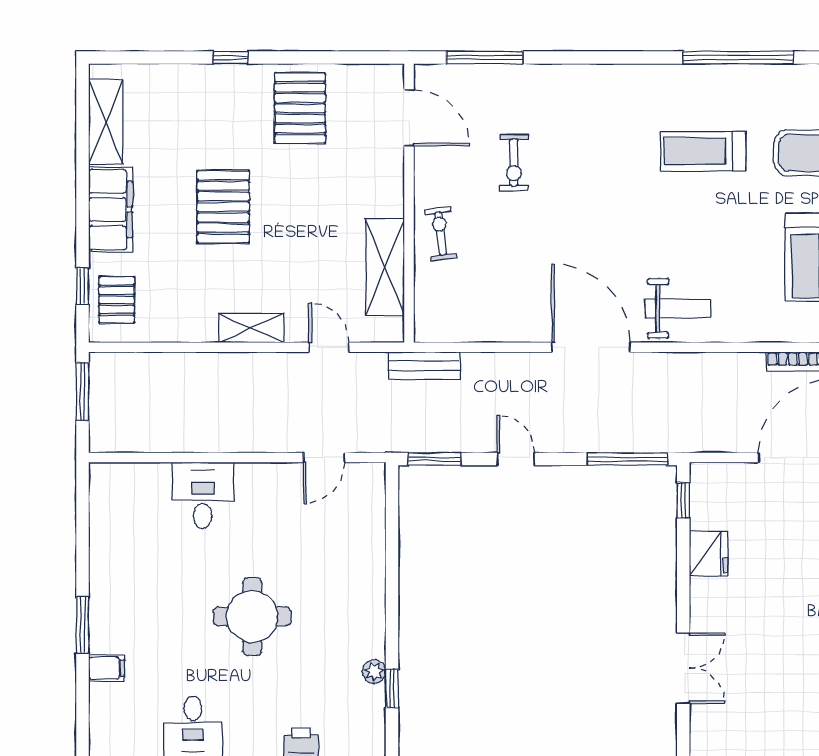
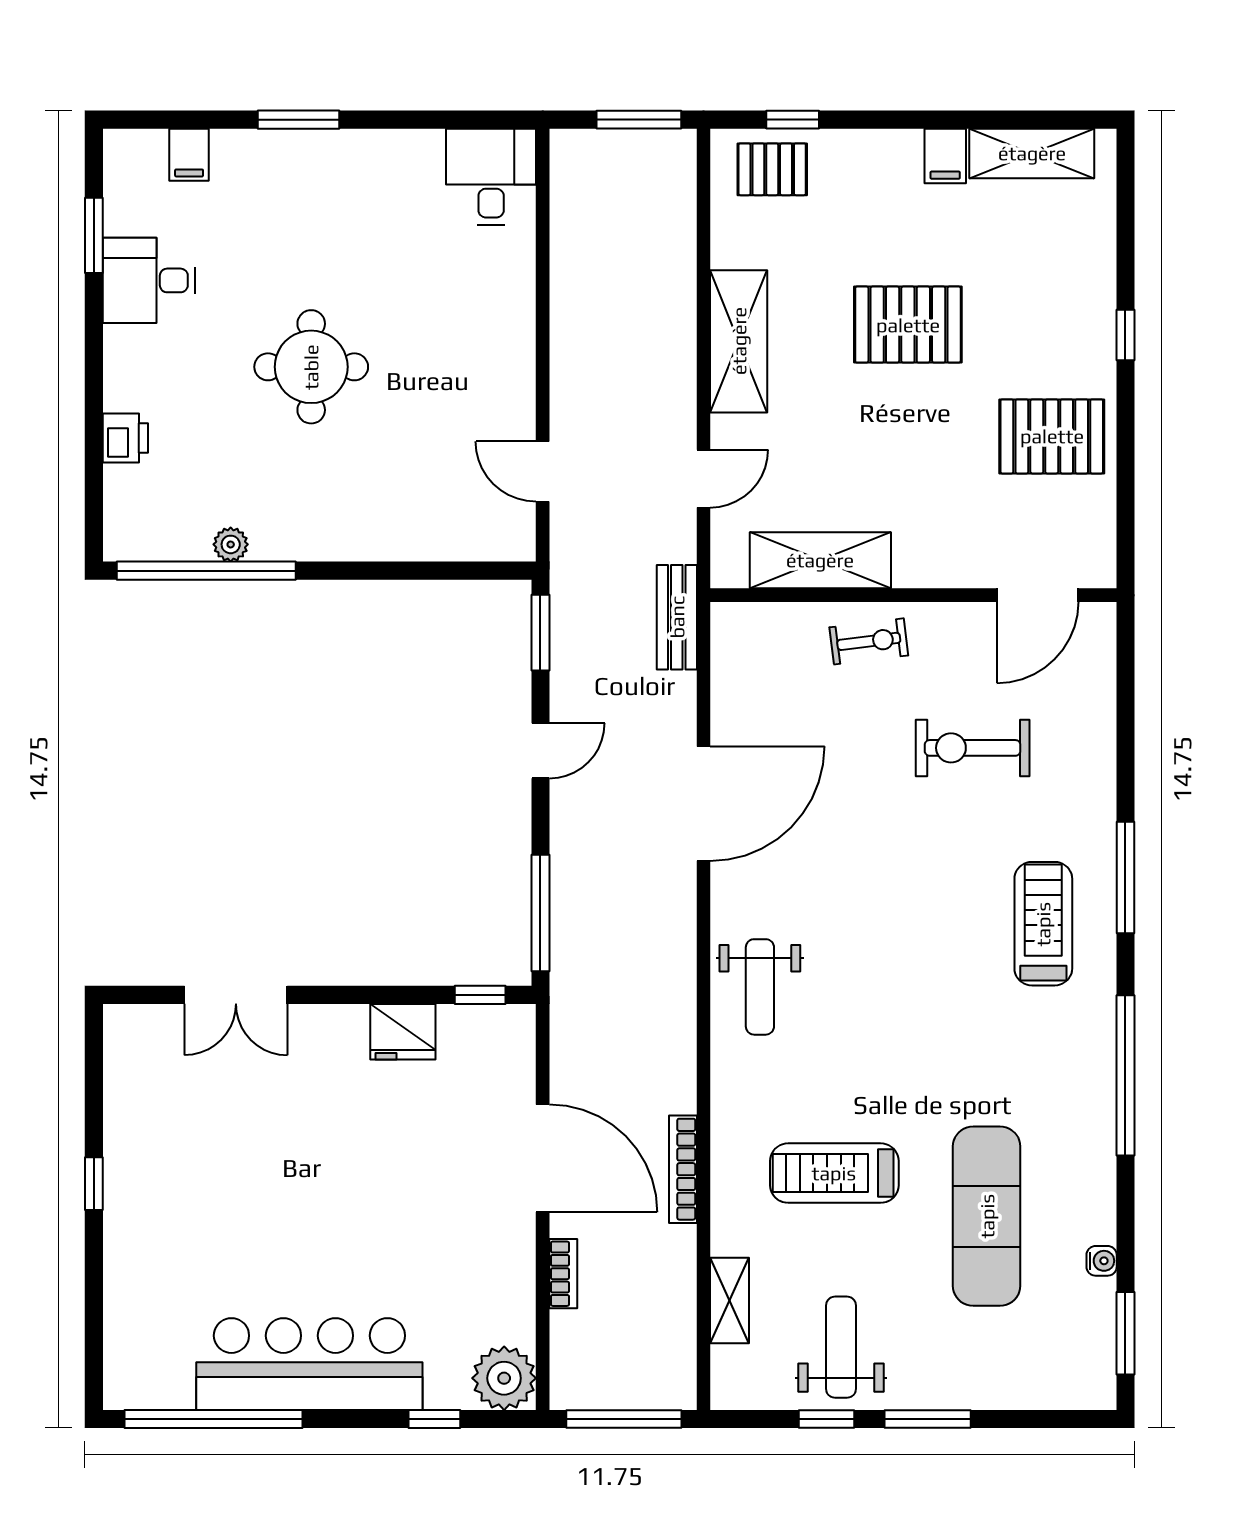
window: (485, 58) -> (1125, 878), moved
treadmill: (703, 151) -> (1043, 924), moved
exercise bike: (514, 163) -> (973, 748), width x1.38, depth x1.39
filing cabinet: (111, 209) -> (945, 156), width x0.33, depth x0.86
shelving: (251, 328) -> (739, 341), width x1.50, depth x1.33
door: (591, 347) -> (703, 804), moved
desk: (203, 495) -> (491, 177), moved, turned -90
filing cabinet: (107, 668) -> (189, 155), moved
window: (392, 688) -> (206, 571), width x3.17

